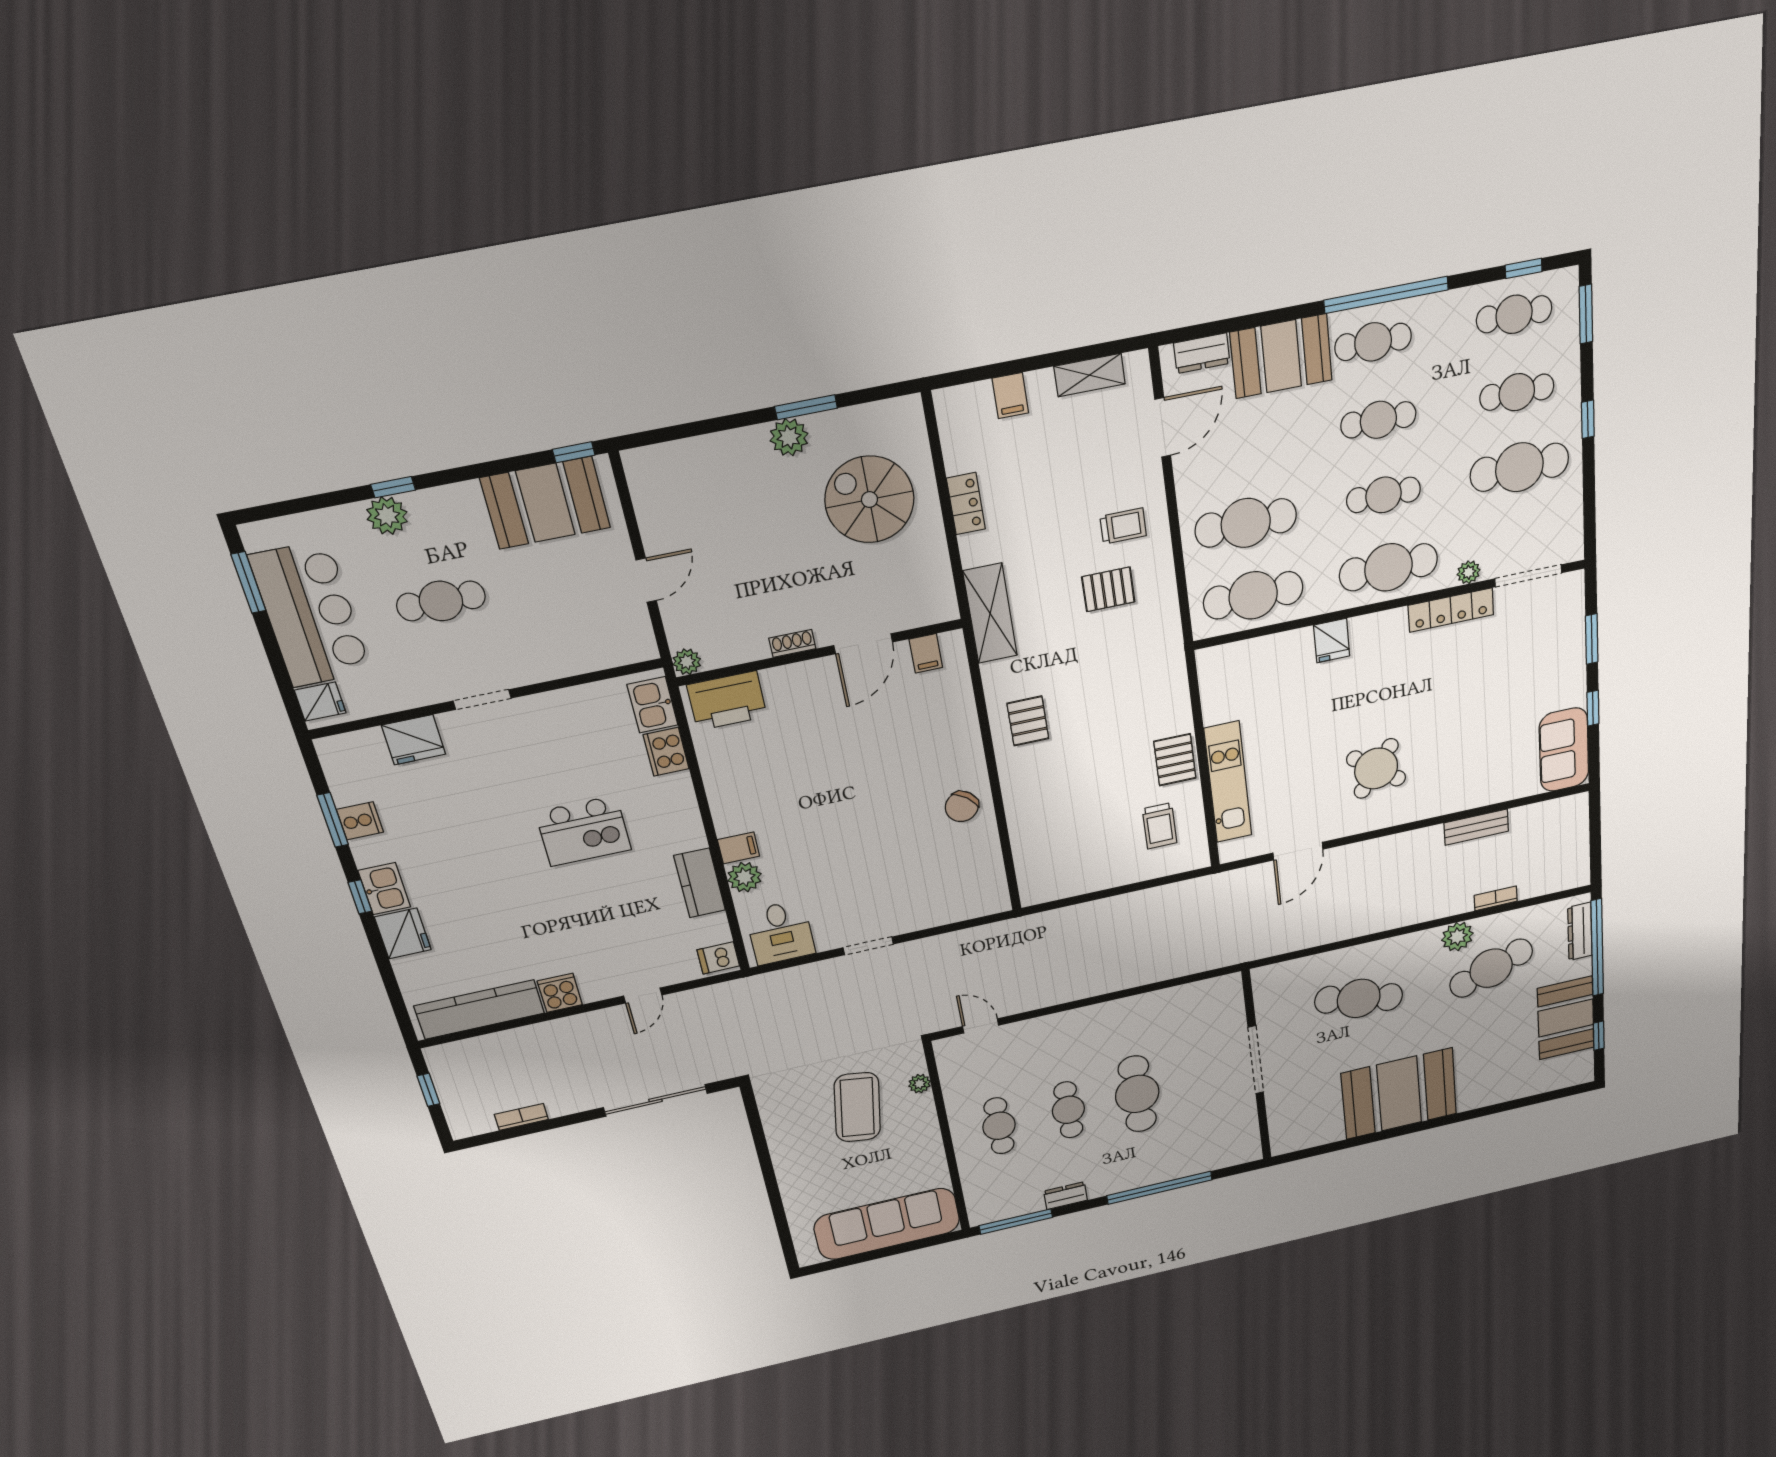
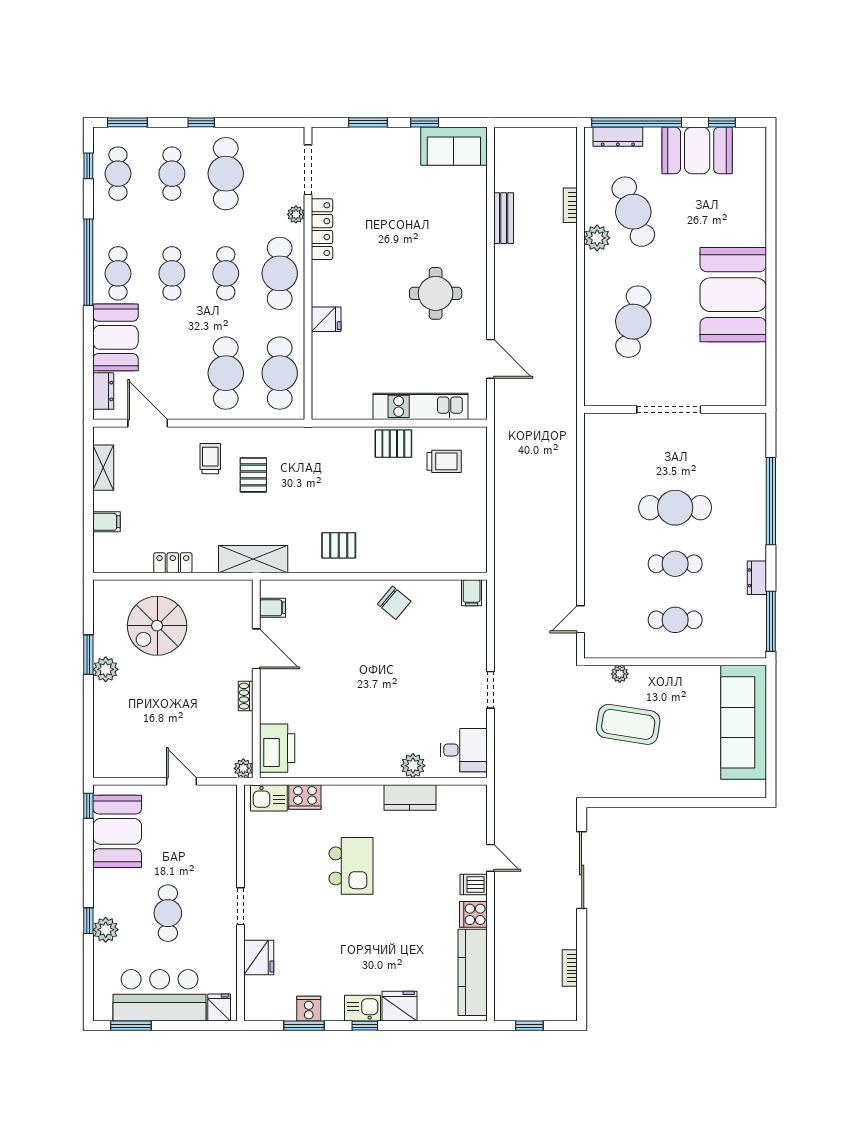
round table: (1376, 768) -> (436, 293), turned -37
filing cabinet: (739, 848) -> (472, 593), moved, turned 180
dishwasher: (718, 958) -> (474, 885), moved, turned 90

